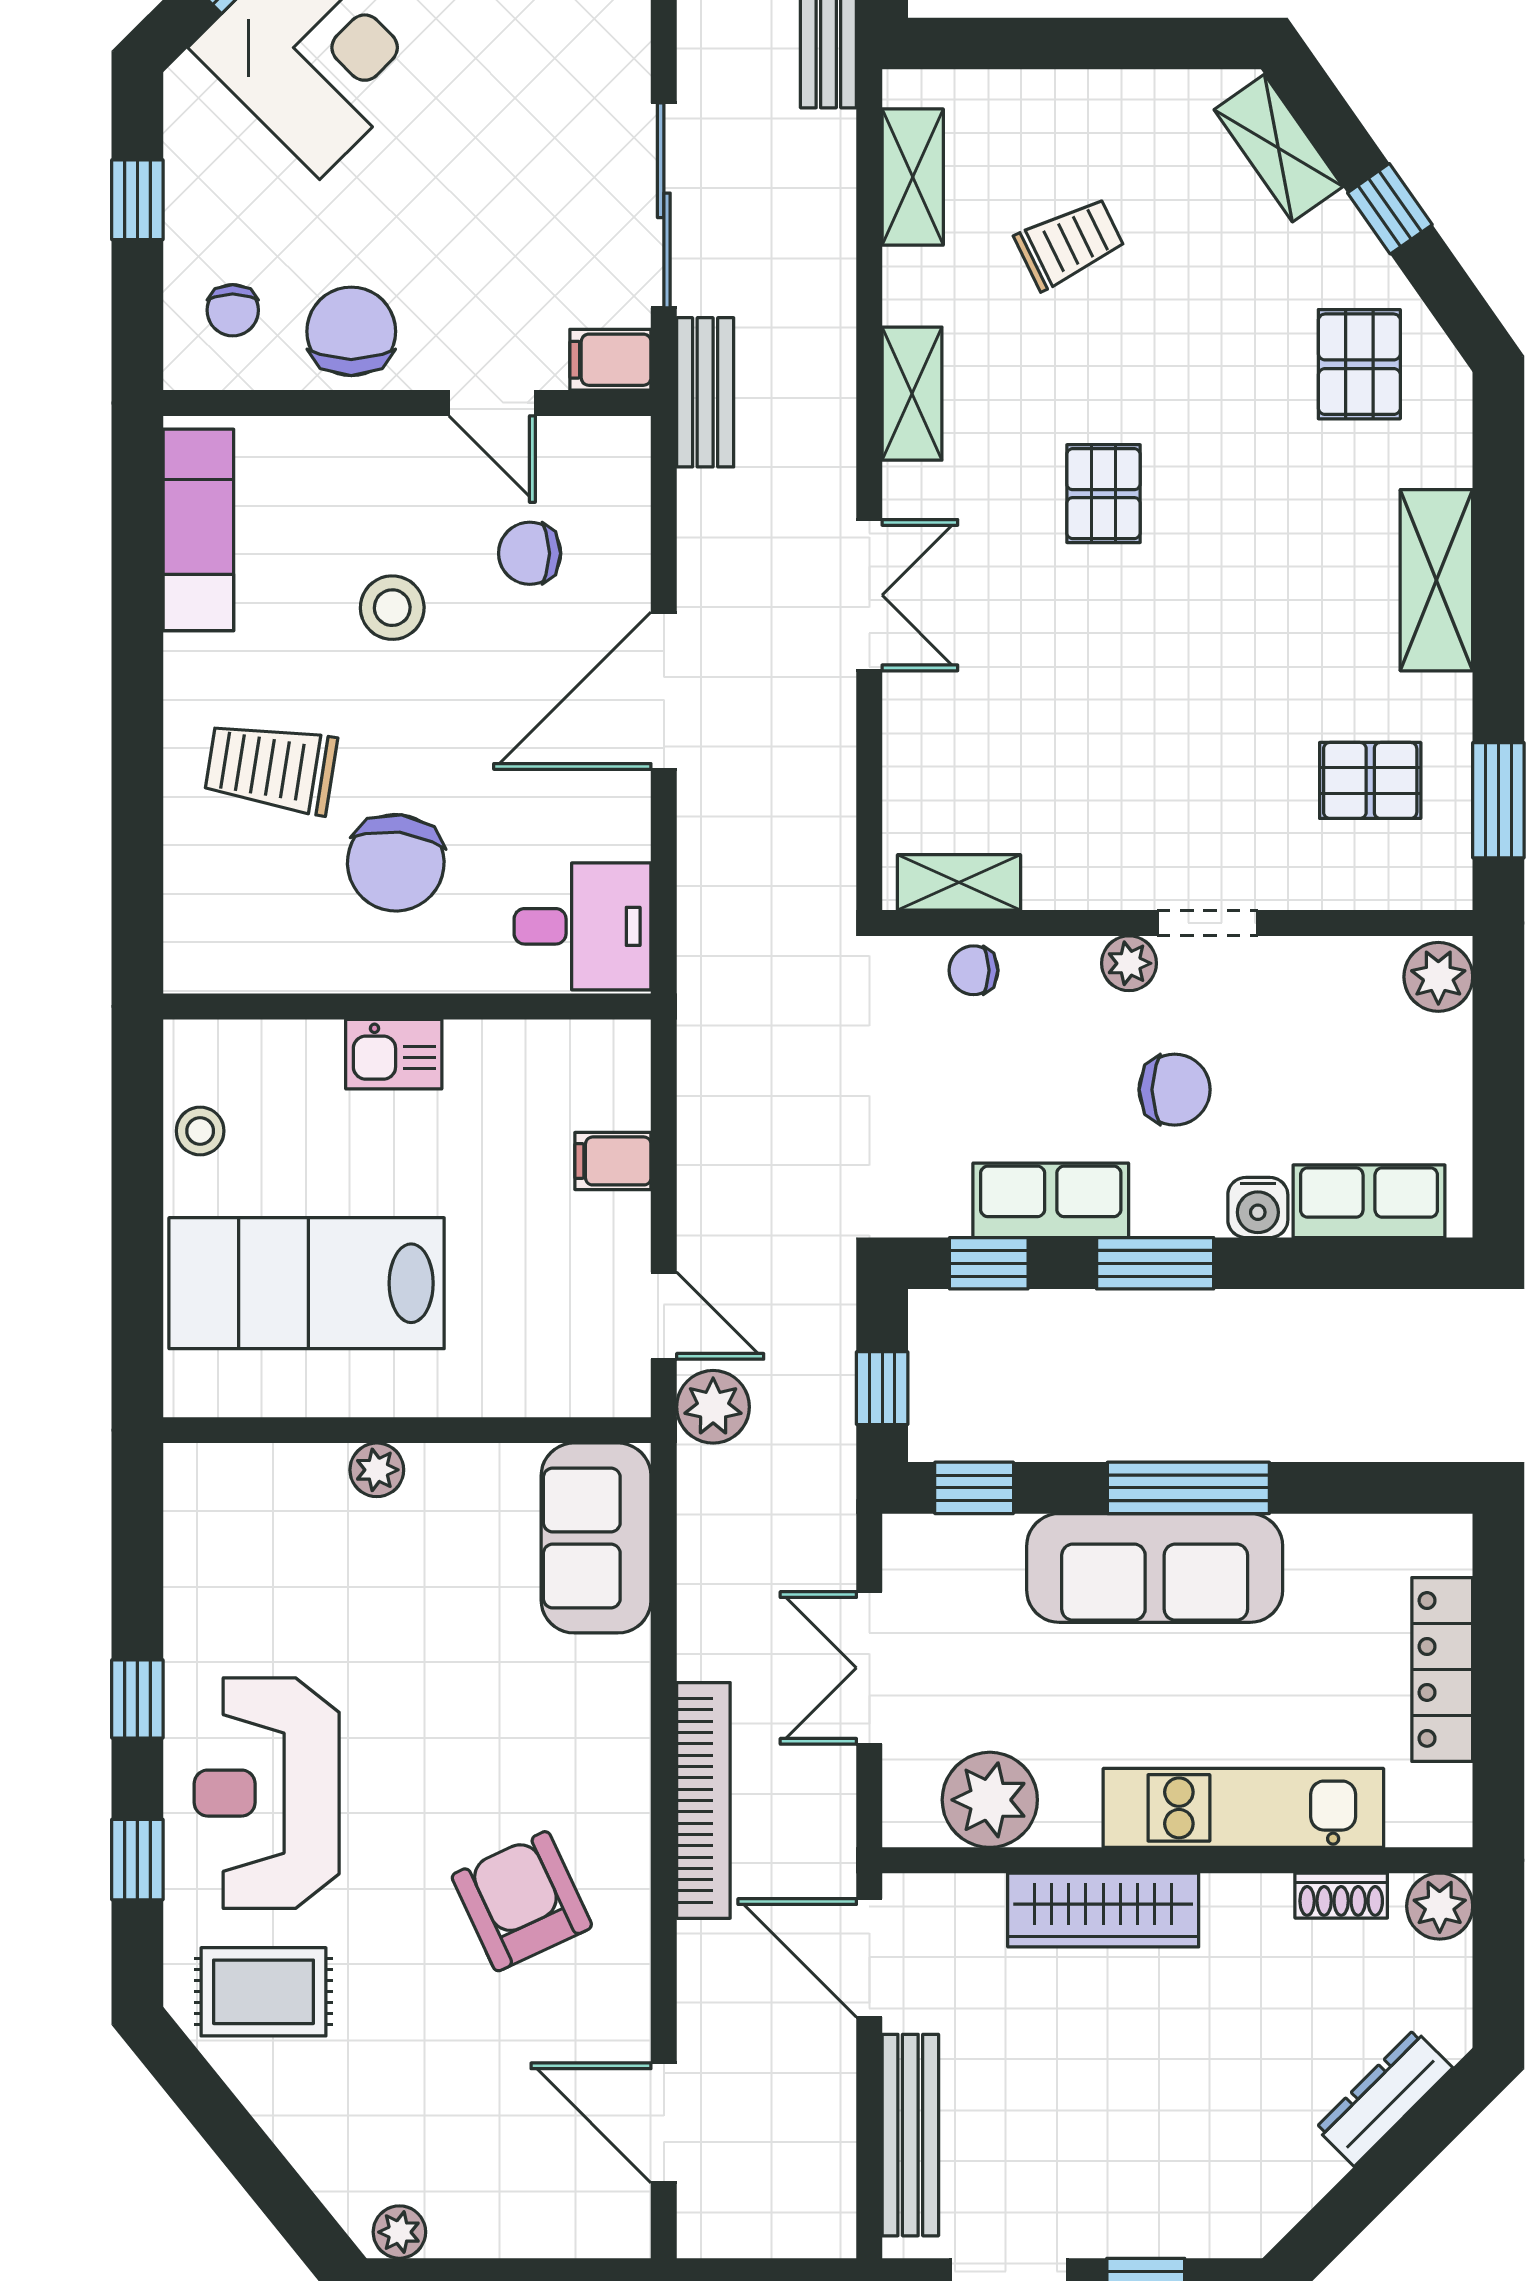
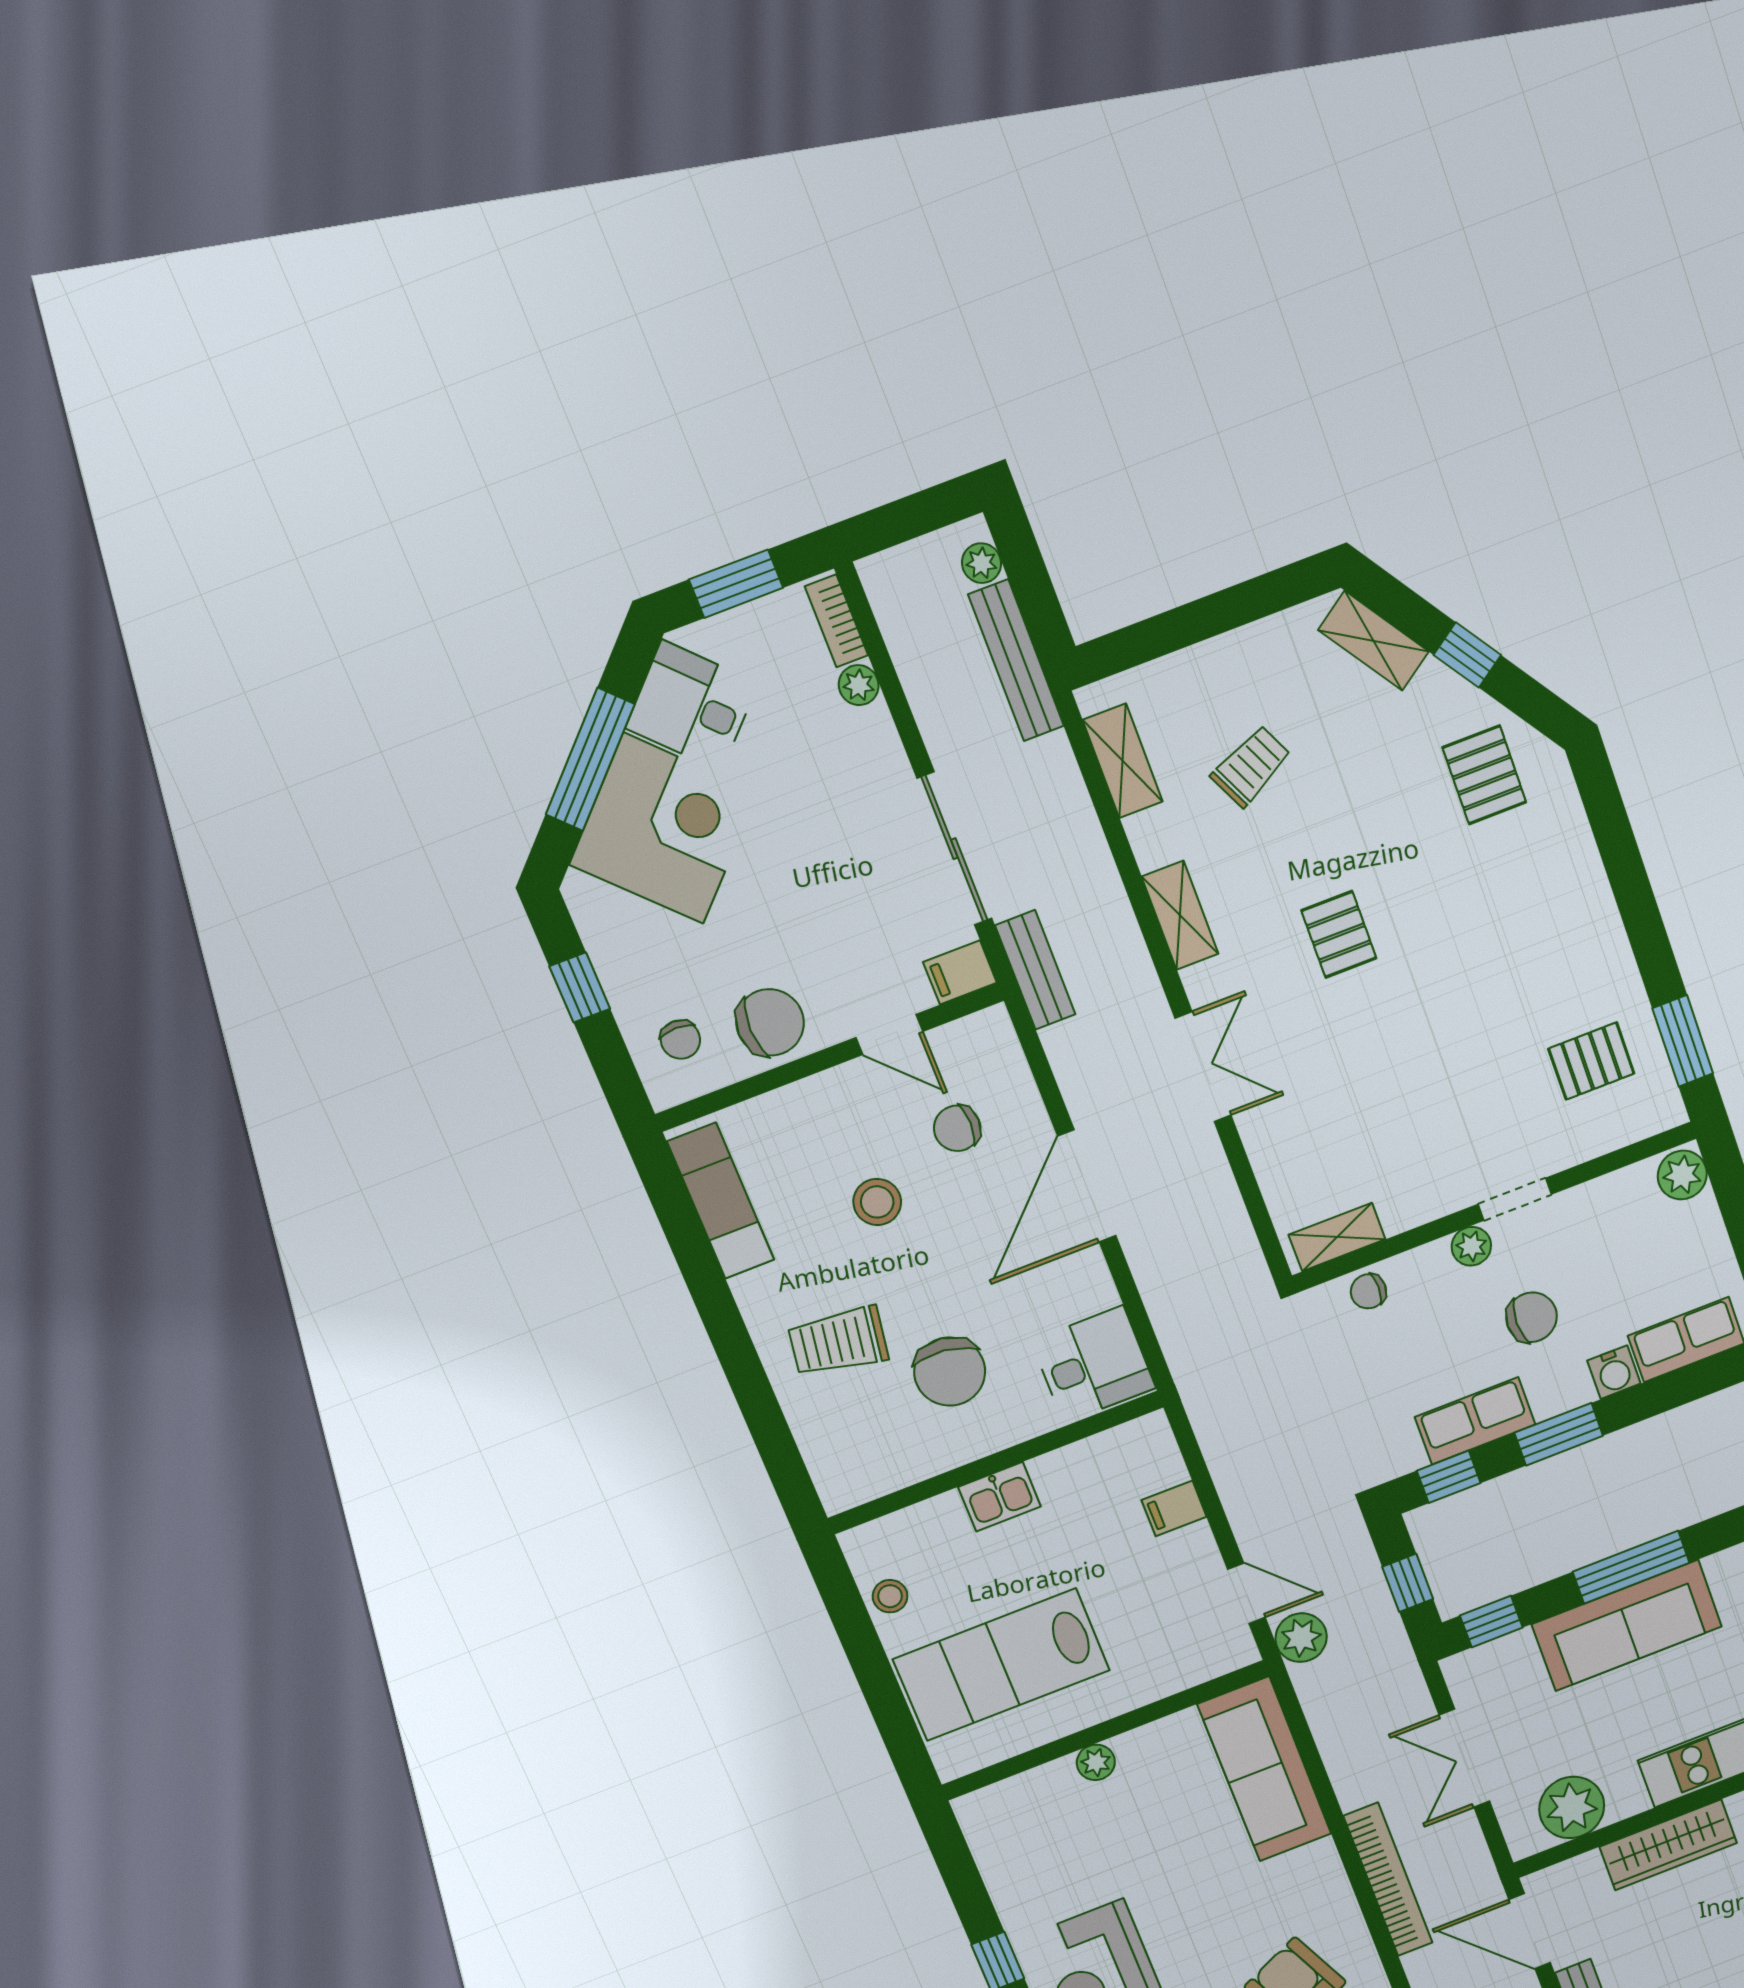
chair: (351, 331) -> (770, 1022), turned 90
shelving: (1436, 580) -> (1590, 906), removed
sofa: (596, 1538) -> (1265, 1769), width x1.36

